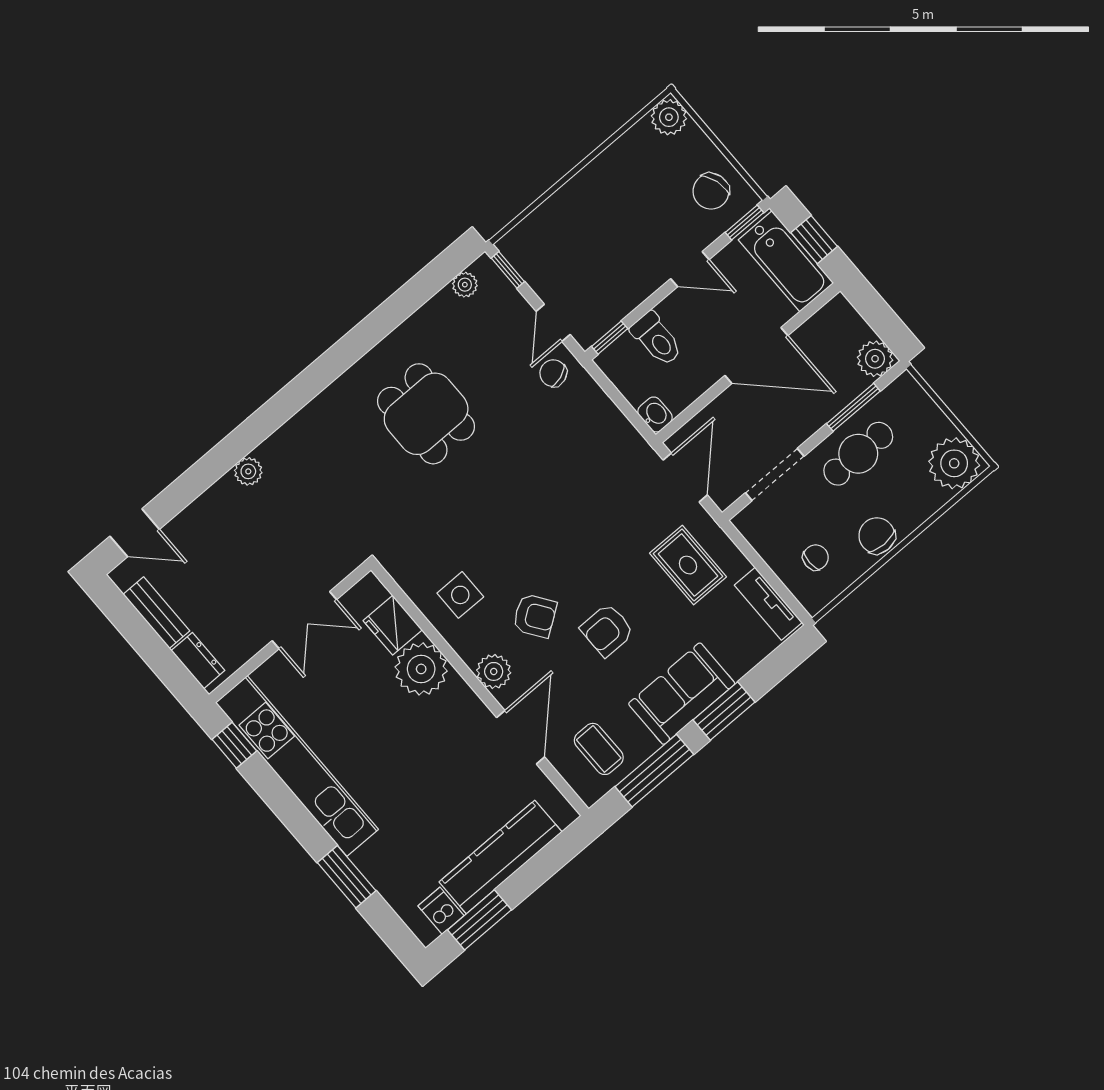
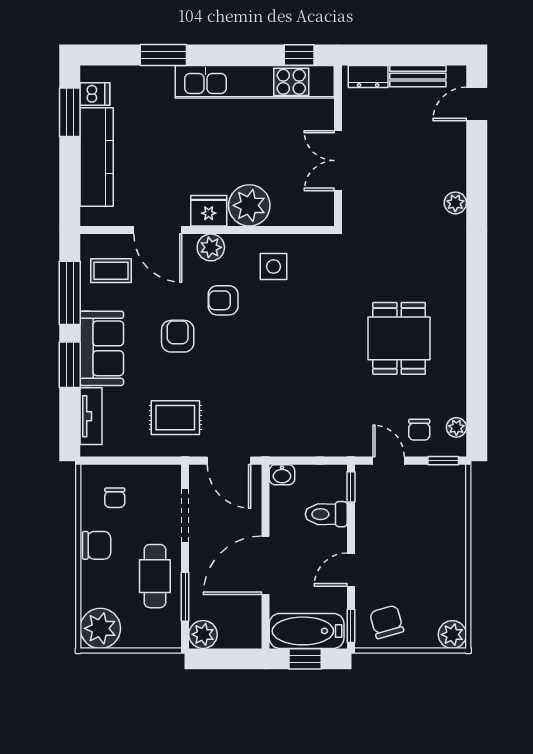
chair: (553, 373) -> (419, 430), moved, turned 110
dining table: (426, 414) -> (399, 338), turned 90
tv unit: (768, 604) -> (91, 416), moved, turned 90
armchair: (535, 616) -> (223, 300), turned 35
fridge: (393, 625) -> (209, 211), moved

